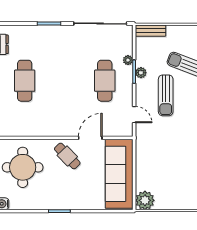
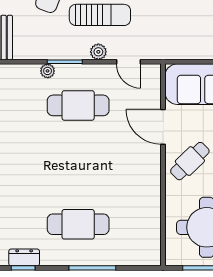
plant: (141, 73) -> (98, 52), moved
door: (134, 115) -> (128, 62), swing flipped

